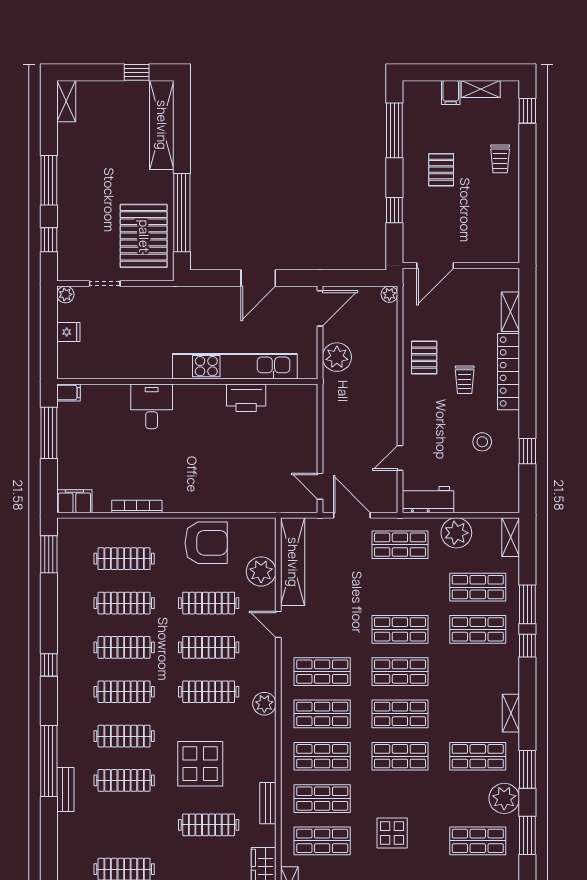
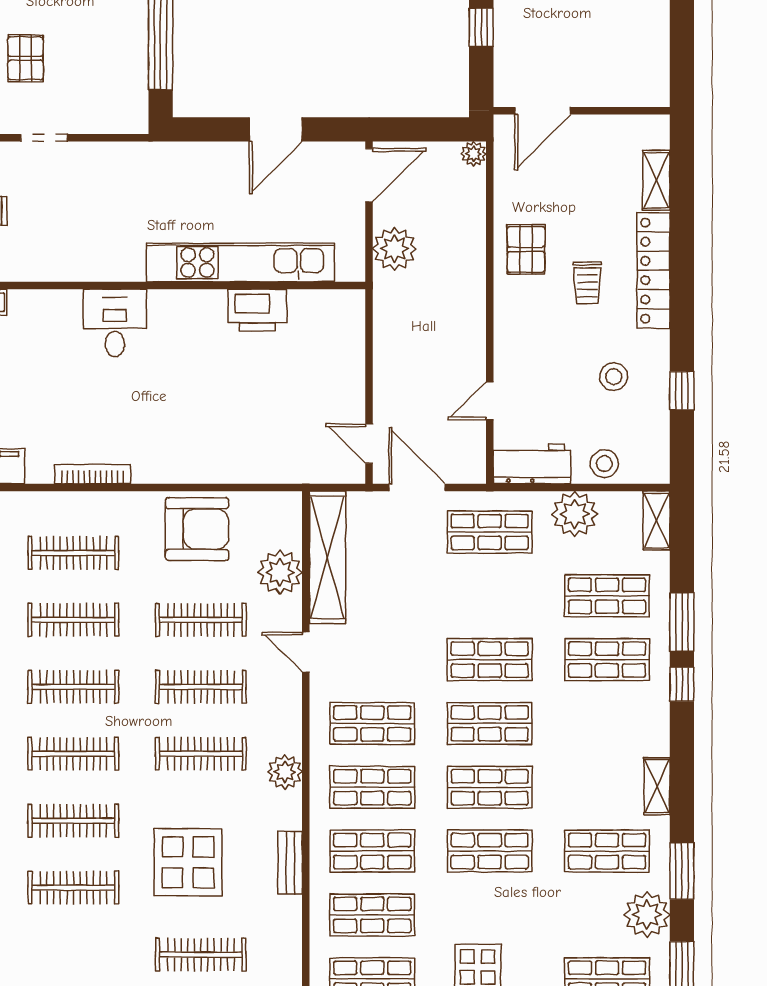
pallet: (144, 236) -> (25, 58), moved, width x0.49, depth x0.50
stool: (476, 499) -> (604, 464), added
bench: (268, 803) -> (290, 863), moved

